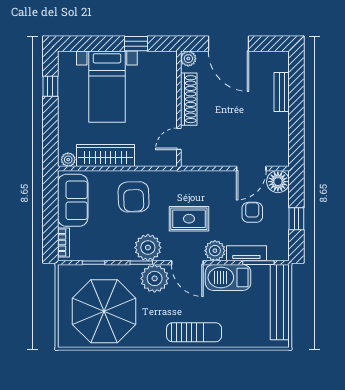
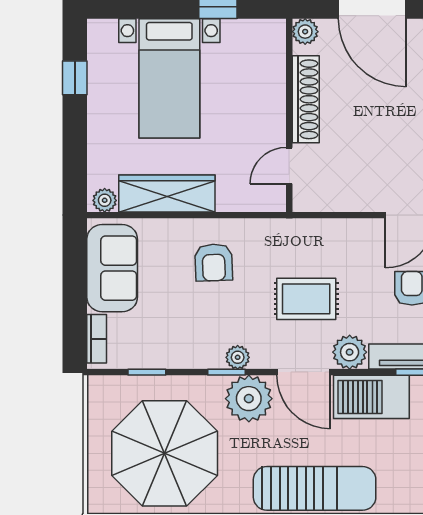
armchair: (134, 197) -> (214, 262), width x0.72, depth x0.72
plant: (148, 248) -> (238, 357), width x0.53, depth x0.53
sun lounger: (194, 332) -> (315, 488), width x1.36, depth x1.34

